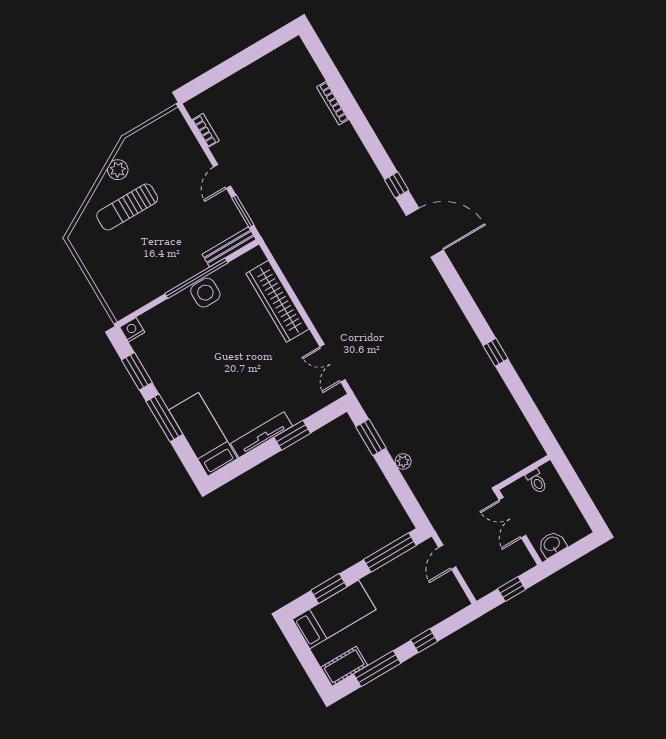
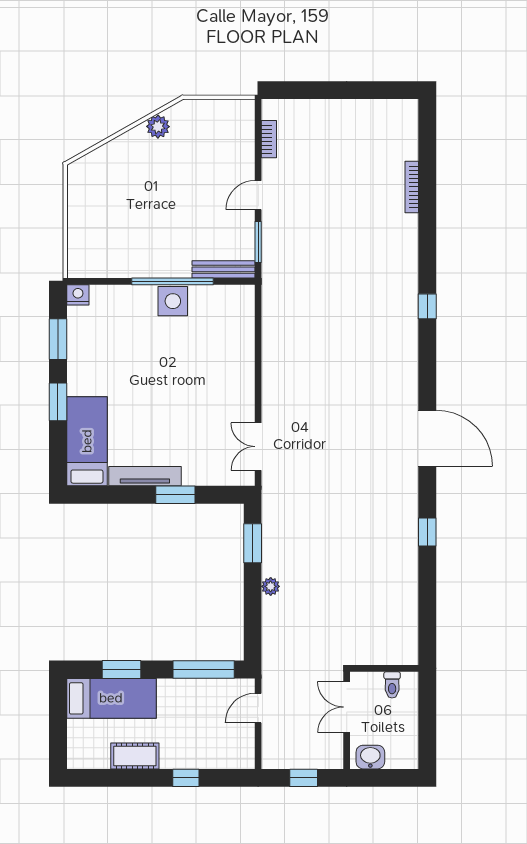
sun lounger: (127, 207) -> (145, 169), removed
door: (425, 233) -> (427, 438), moved
wardrobe: (277, 301) -> (240, 352), removed
window: (164, 418) -> (58, 402), width x0.69
cot: (344, 666) -> (135, 756), moved
window: (377, 669) -> (122, 778), removed

